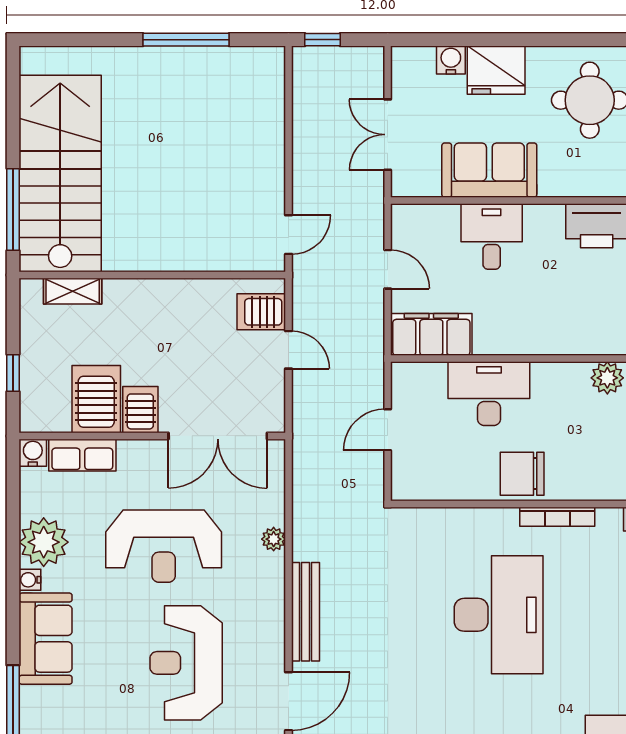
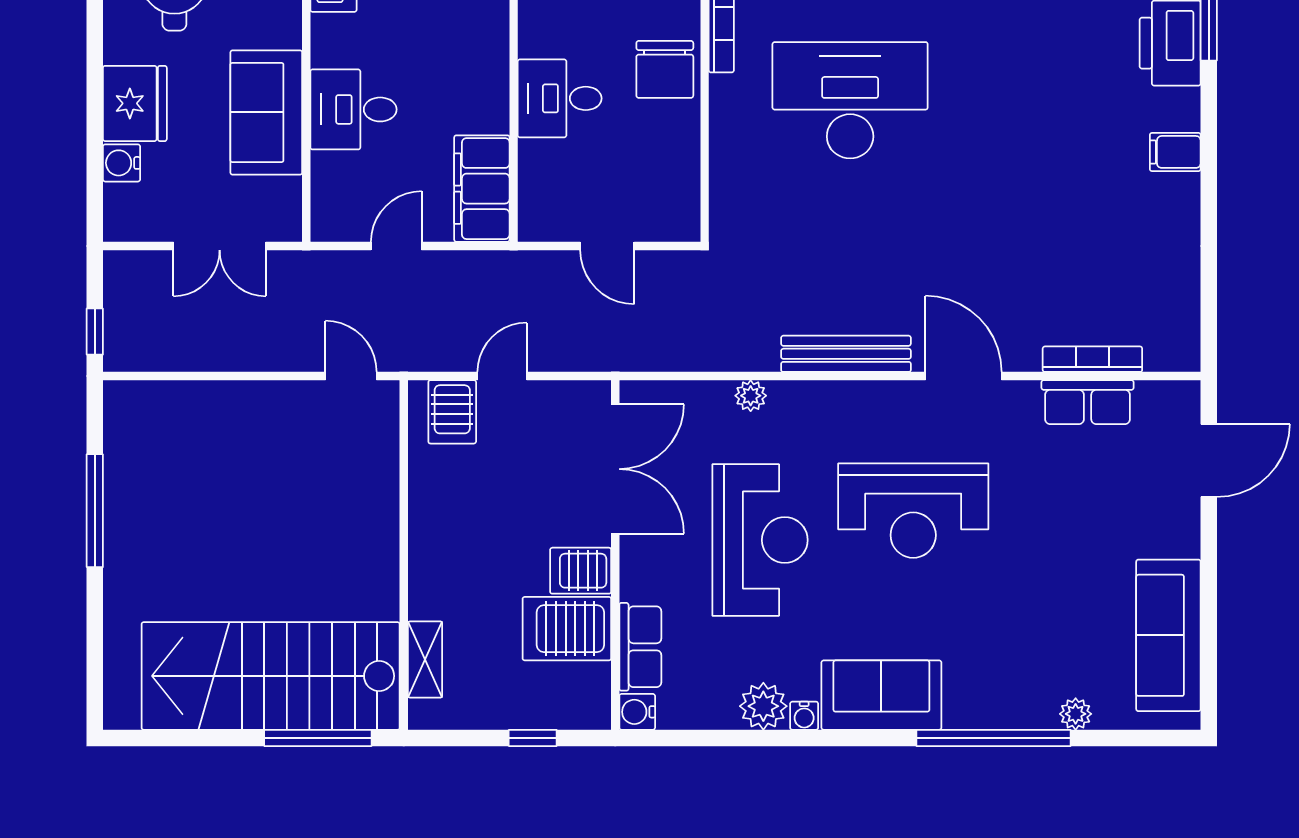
desk: (489, 394) -> (560, 98), width x0.73
plant: (44, 542) -> (763, 706), width x0.73, depth x0.73

